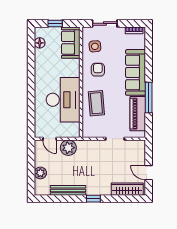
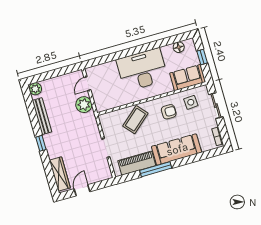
desk: (63, 100) -> (142, 70), moved, turned 180
coffee table: (96, 103) -> (135, 120), turned -36
plant: (40, 173) -> (35, 89), moved

